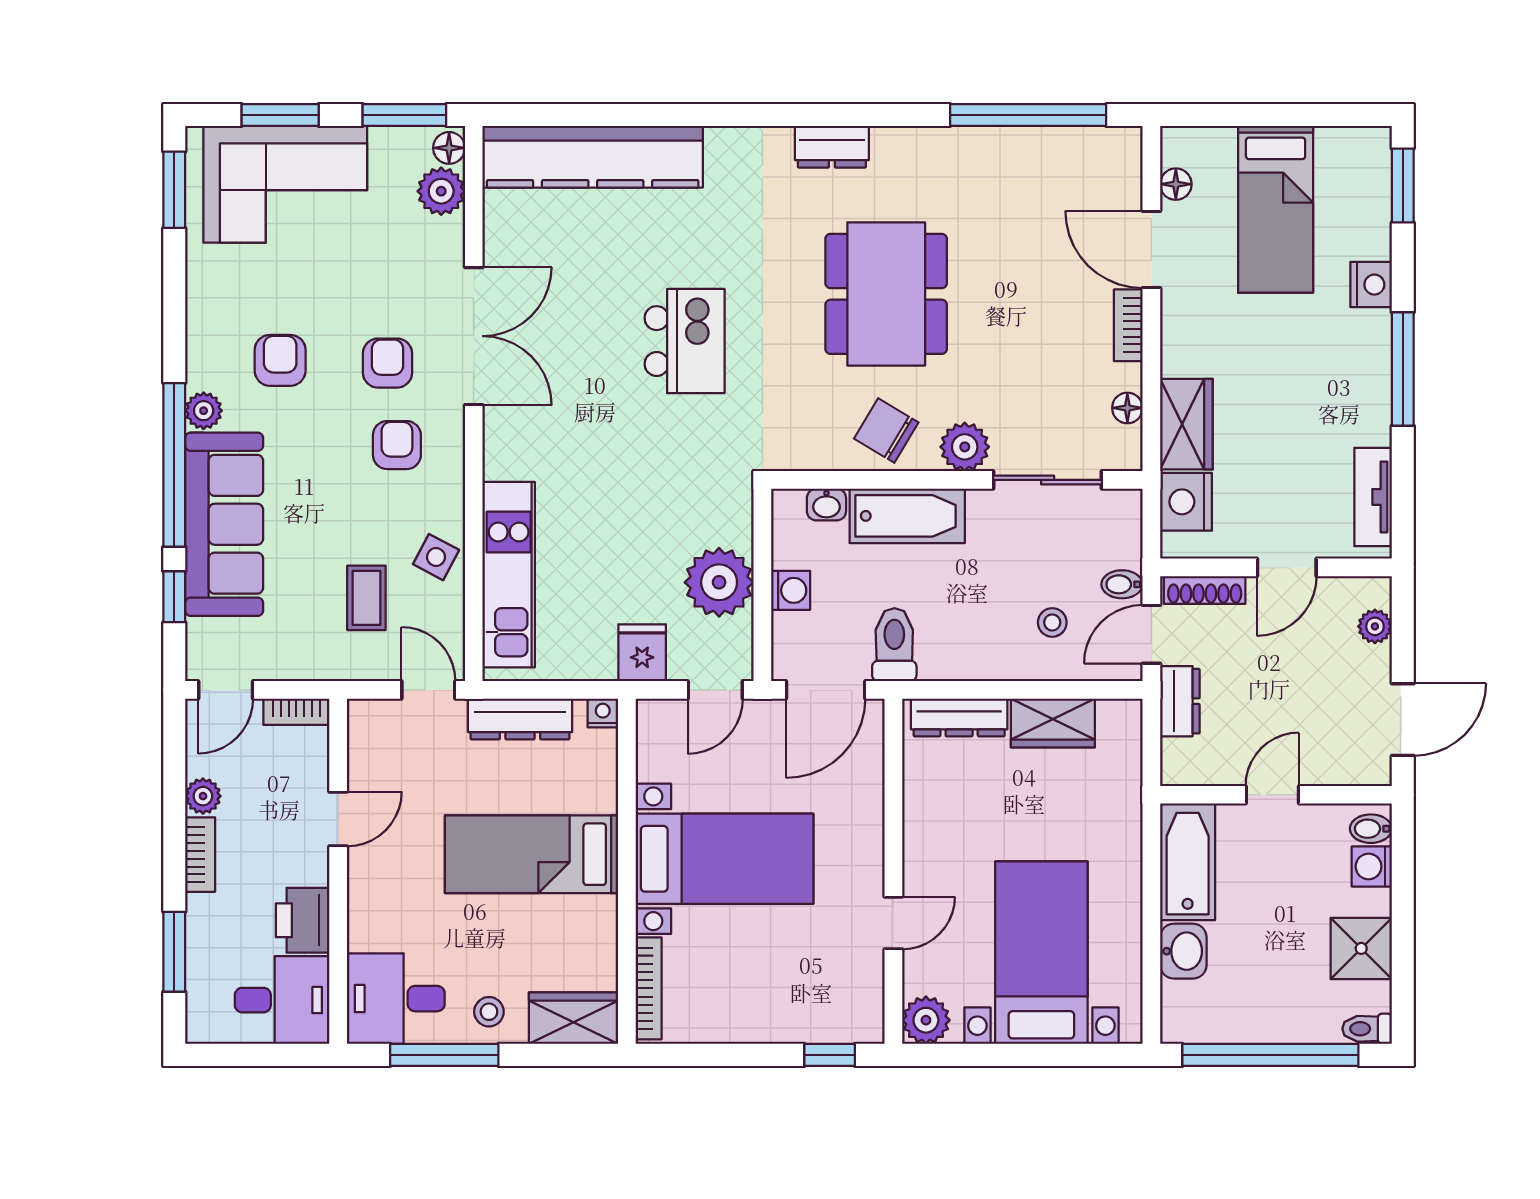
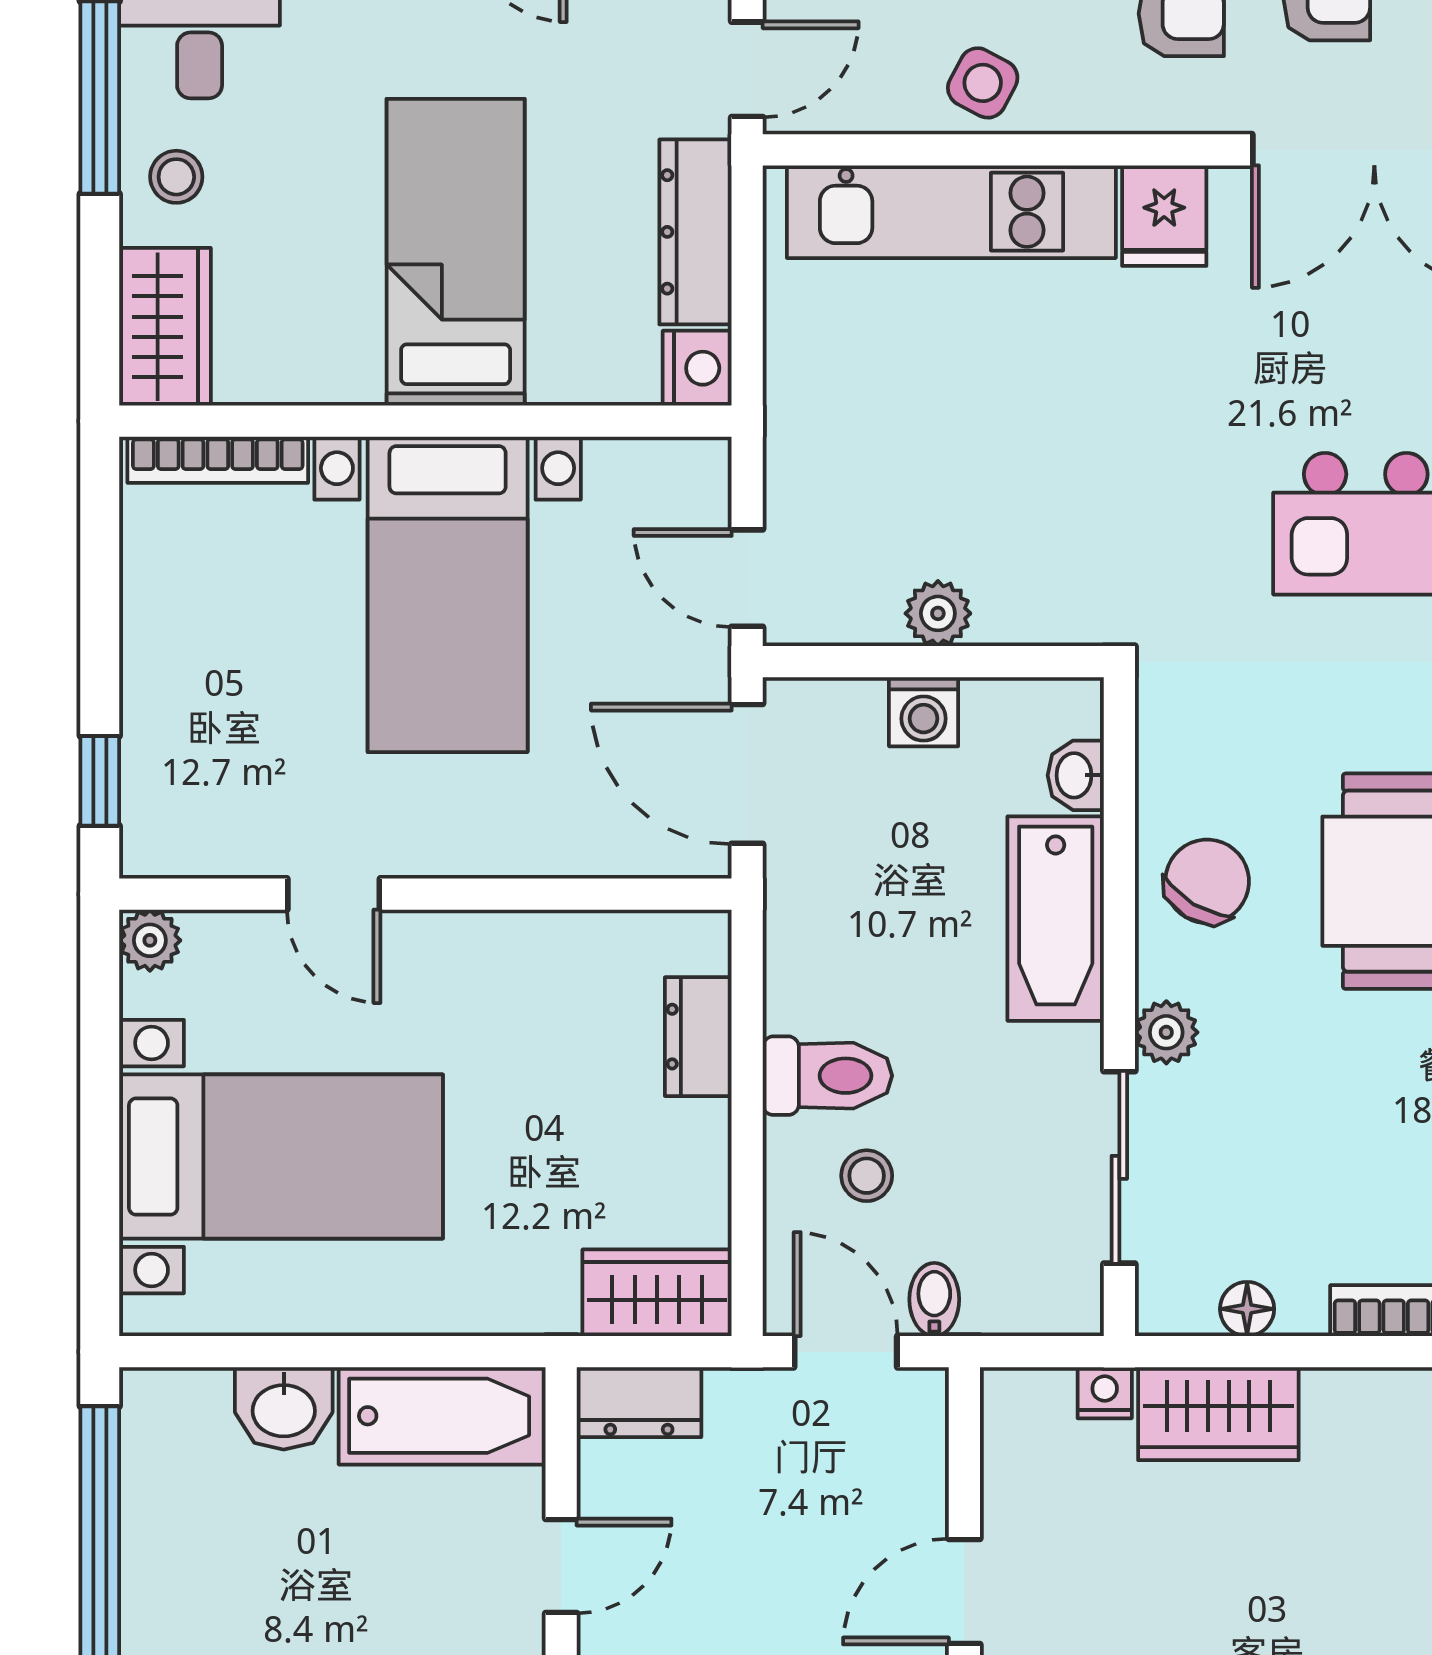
plant: (965, 447) -> (1166, 1032), width x0.73, depth x0.73
nightstand: (1186, 502) -> (1105, 1393), width x0.53, depth x0.56
door: (1287, 567) -> (964, 1592), hinge flipped
plant: (719, 582) -> (938, 613), width x0.53, depth x0.53
shoe rack: (1205, 590) -> (924, 1446), removed
toilet: (894, 645) -> (827, 1076), moved
fridge: (642, 653) -> (1164, 216), moved, turned 90
dresser: (1180, 701) -> (639, 1402), moved
nightstand: (603, 713) -> (697, 368), width x1.39, depth x1.35
dresser: (959, 717) -> (698, 1037), width x0.70
wardrobe: (1053, 723) -> (657, 1293), moved, turned 90
door: (1272, 795) -> (561, 1566), hinge flipped
plant: (926, 1020) -> (150, 940), width x0.73, depth x0.73

